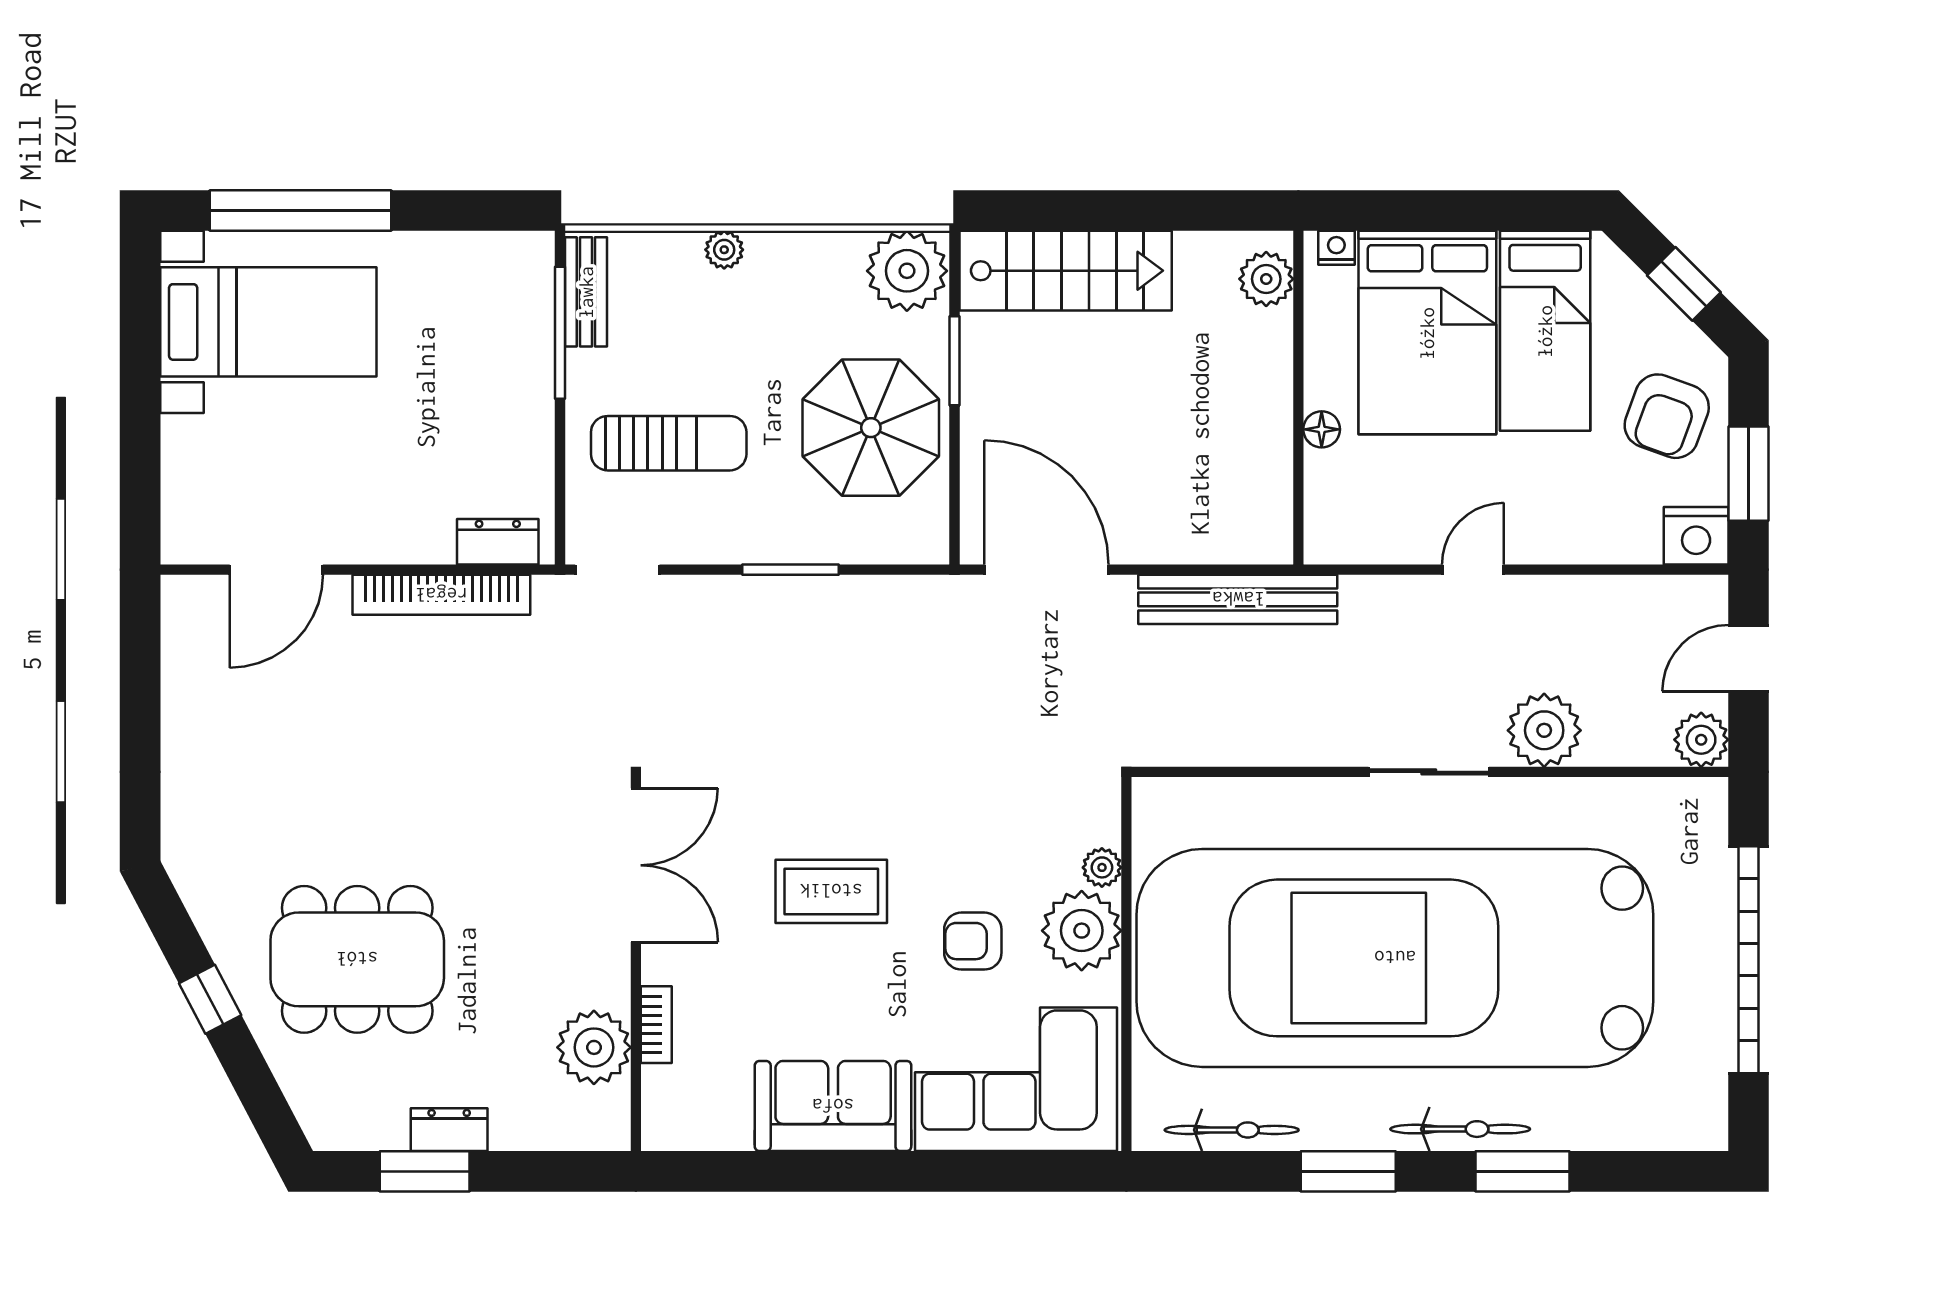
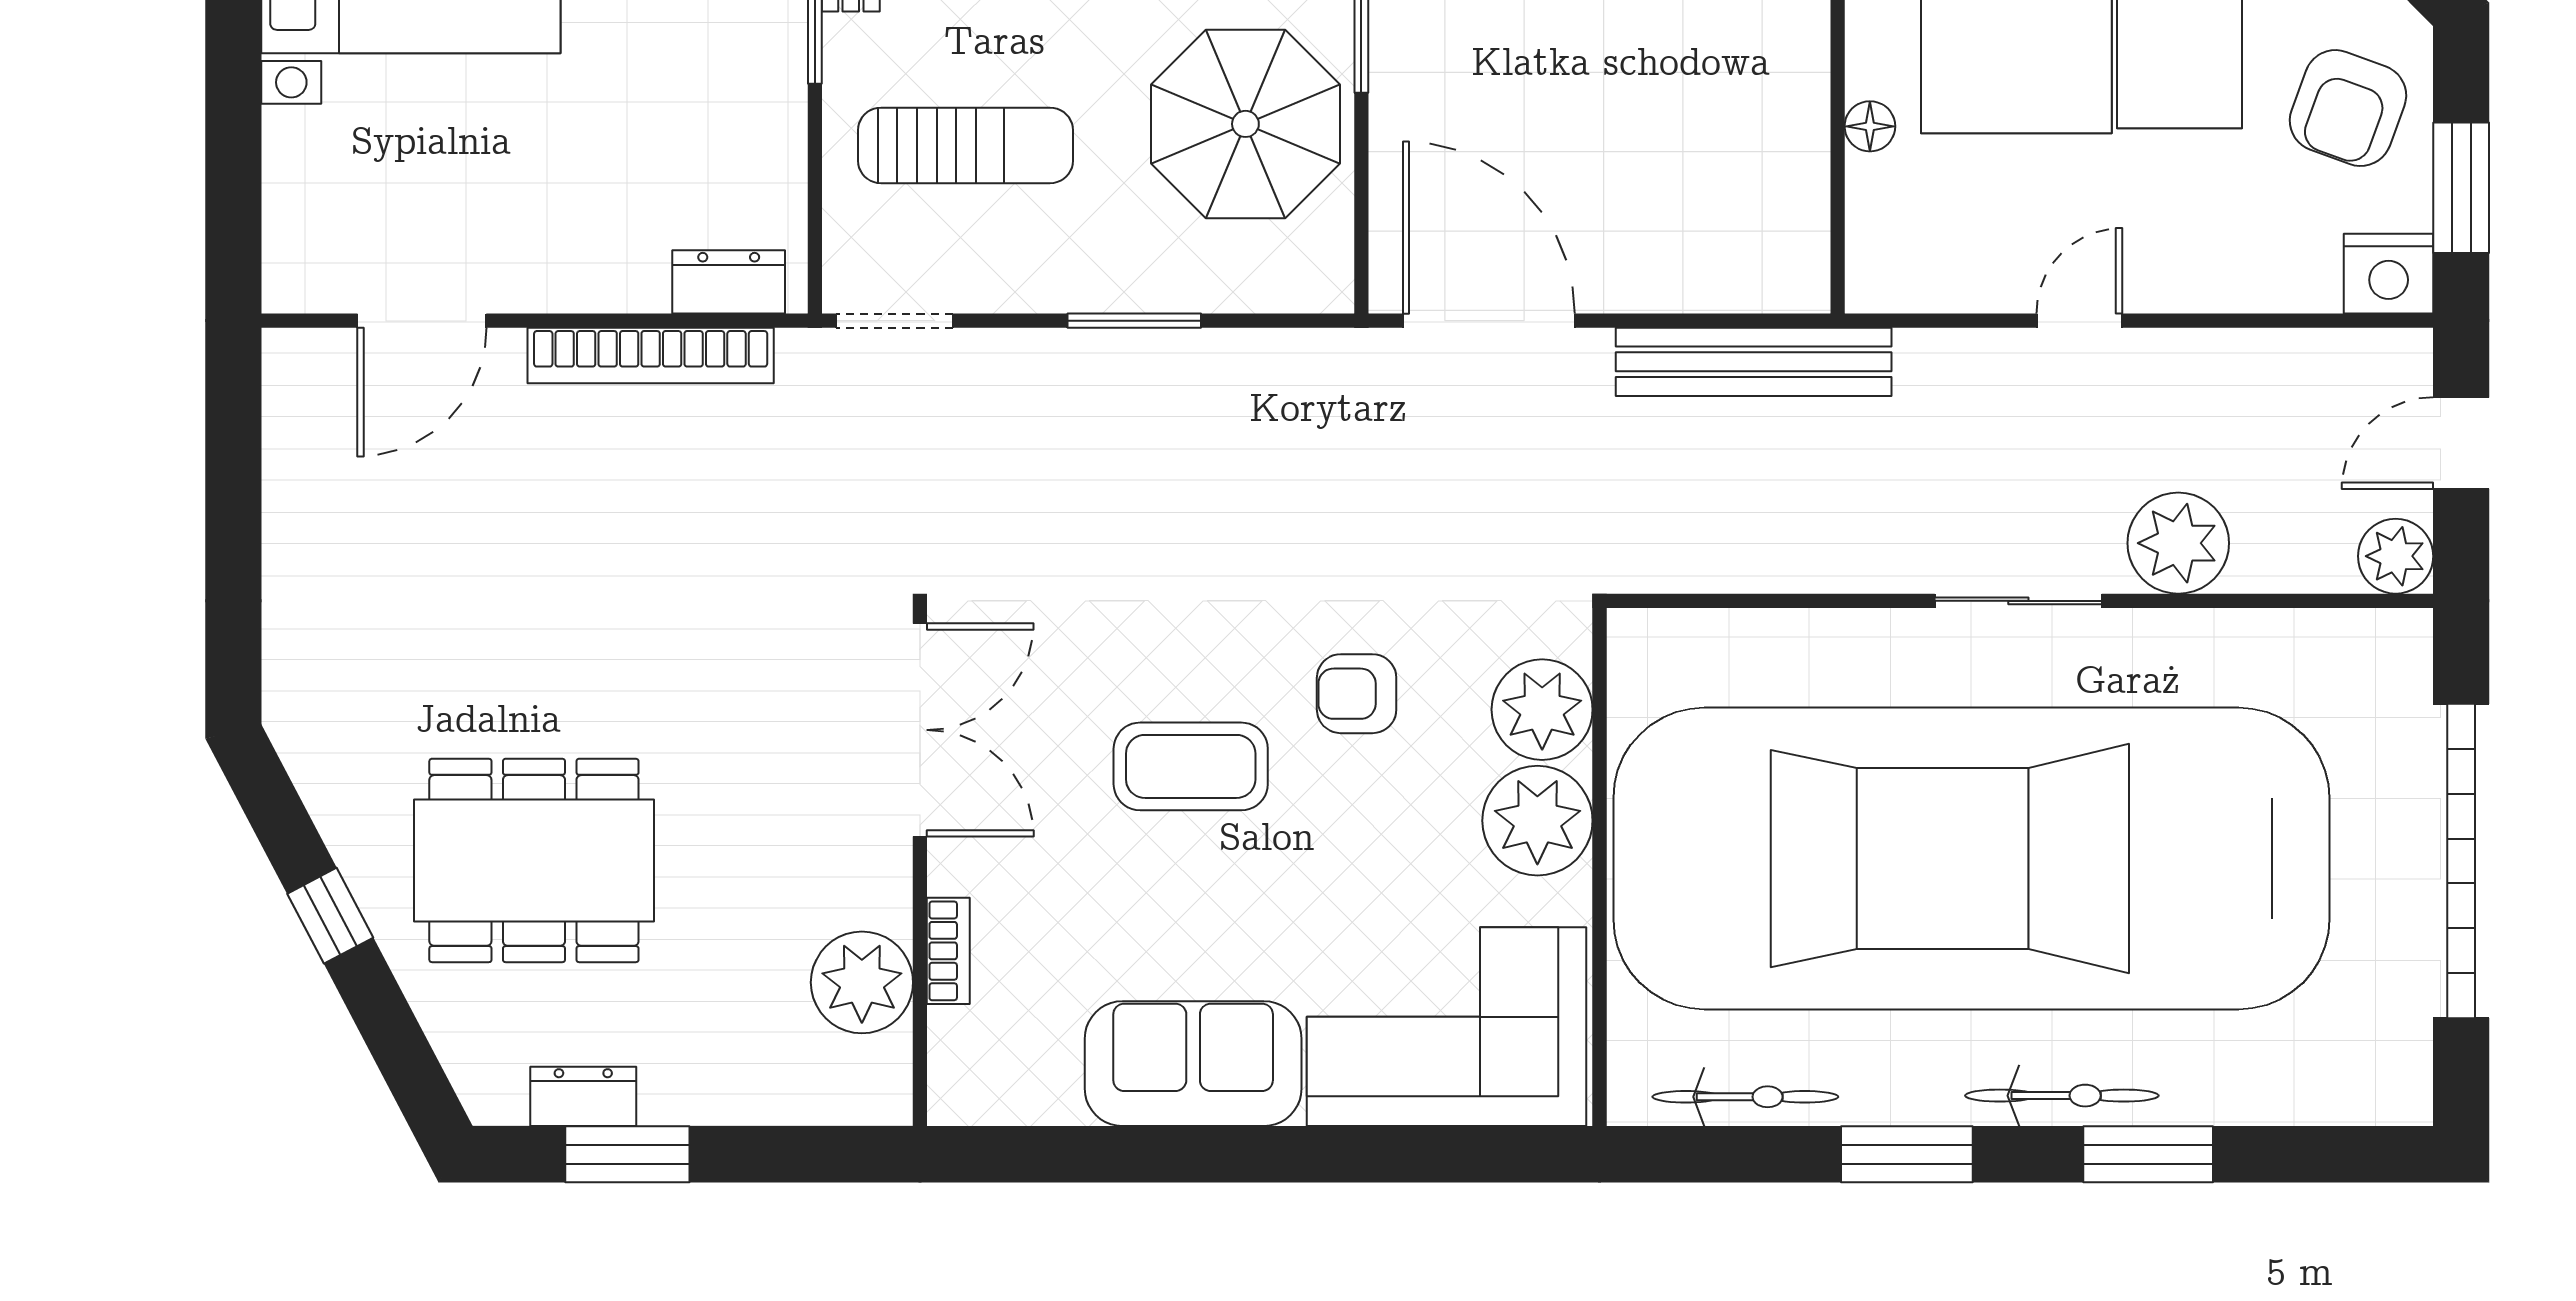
plant: (1102, 867) -> (1542, 710), width x1.88, depth x1.88
armchair: (973, 941) -> (1357, 694), moved
dresser: (449, 1130) -> (583, 1096), moved

